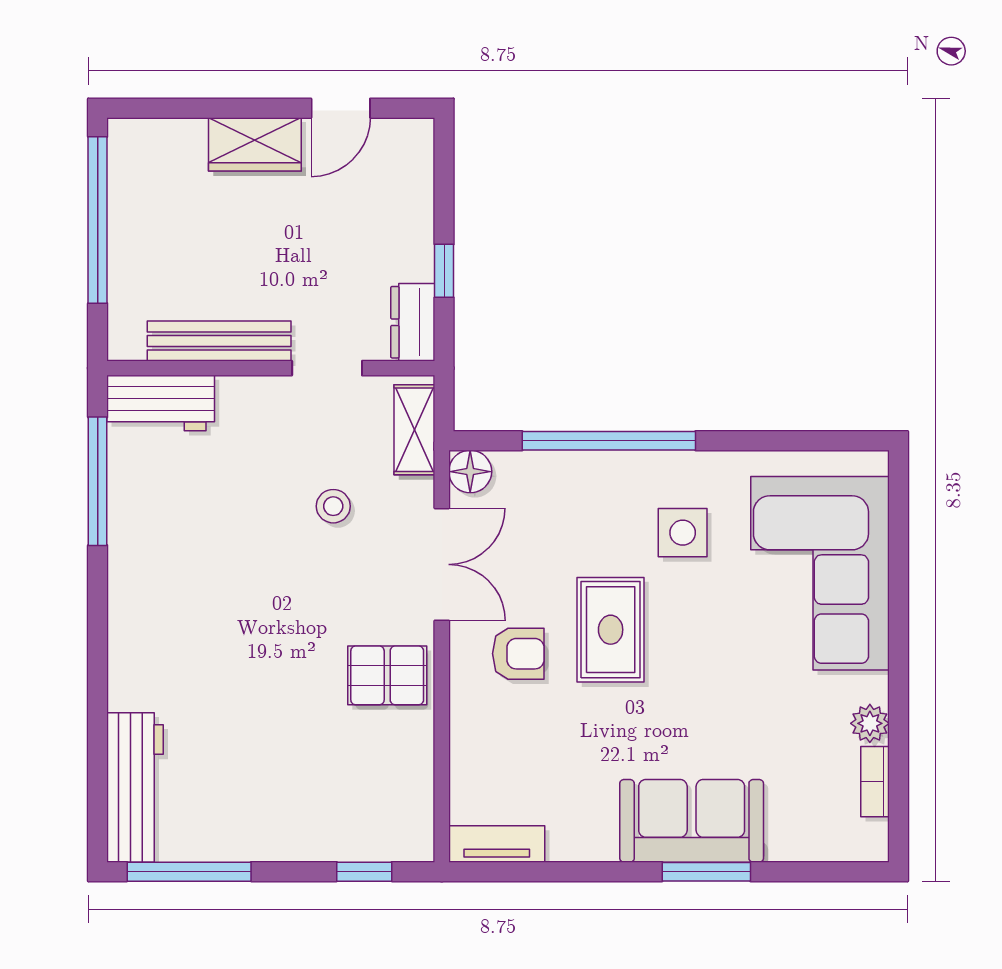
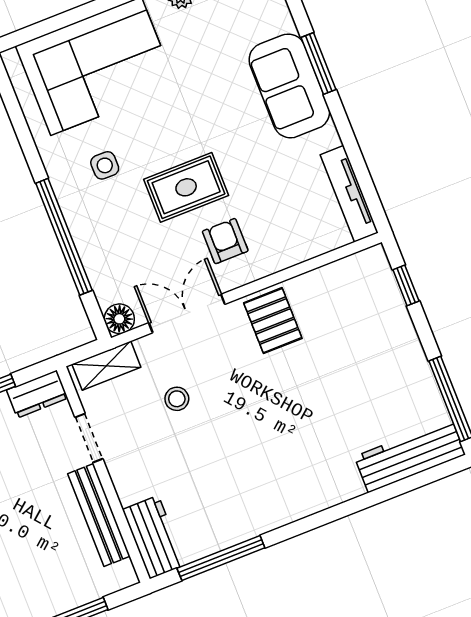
side table: (683, 533) -> (105, 165), width x0.73, depth x0.73
tv unit: (497, 844) -> (349, 194), width x1.41

